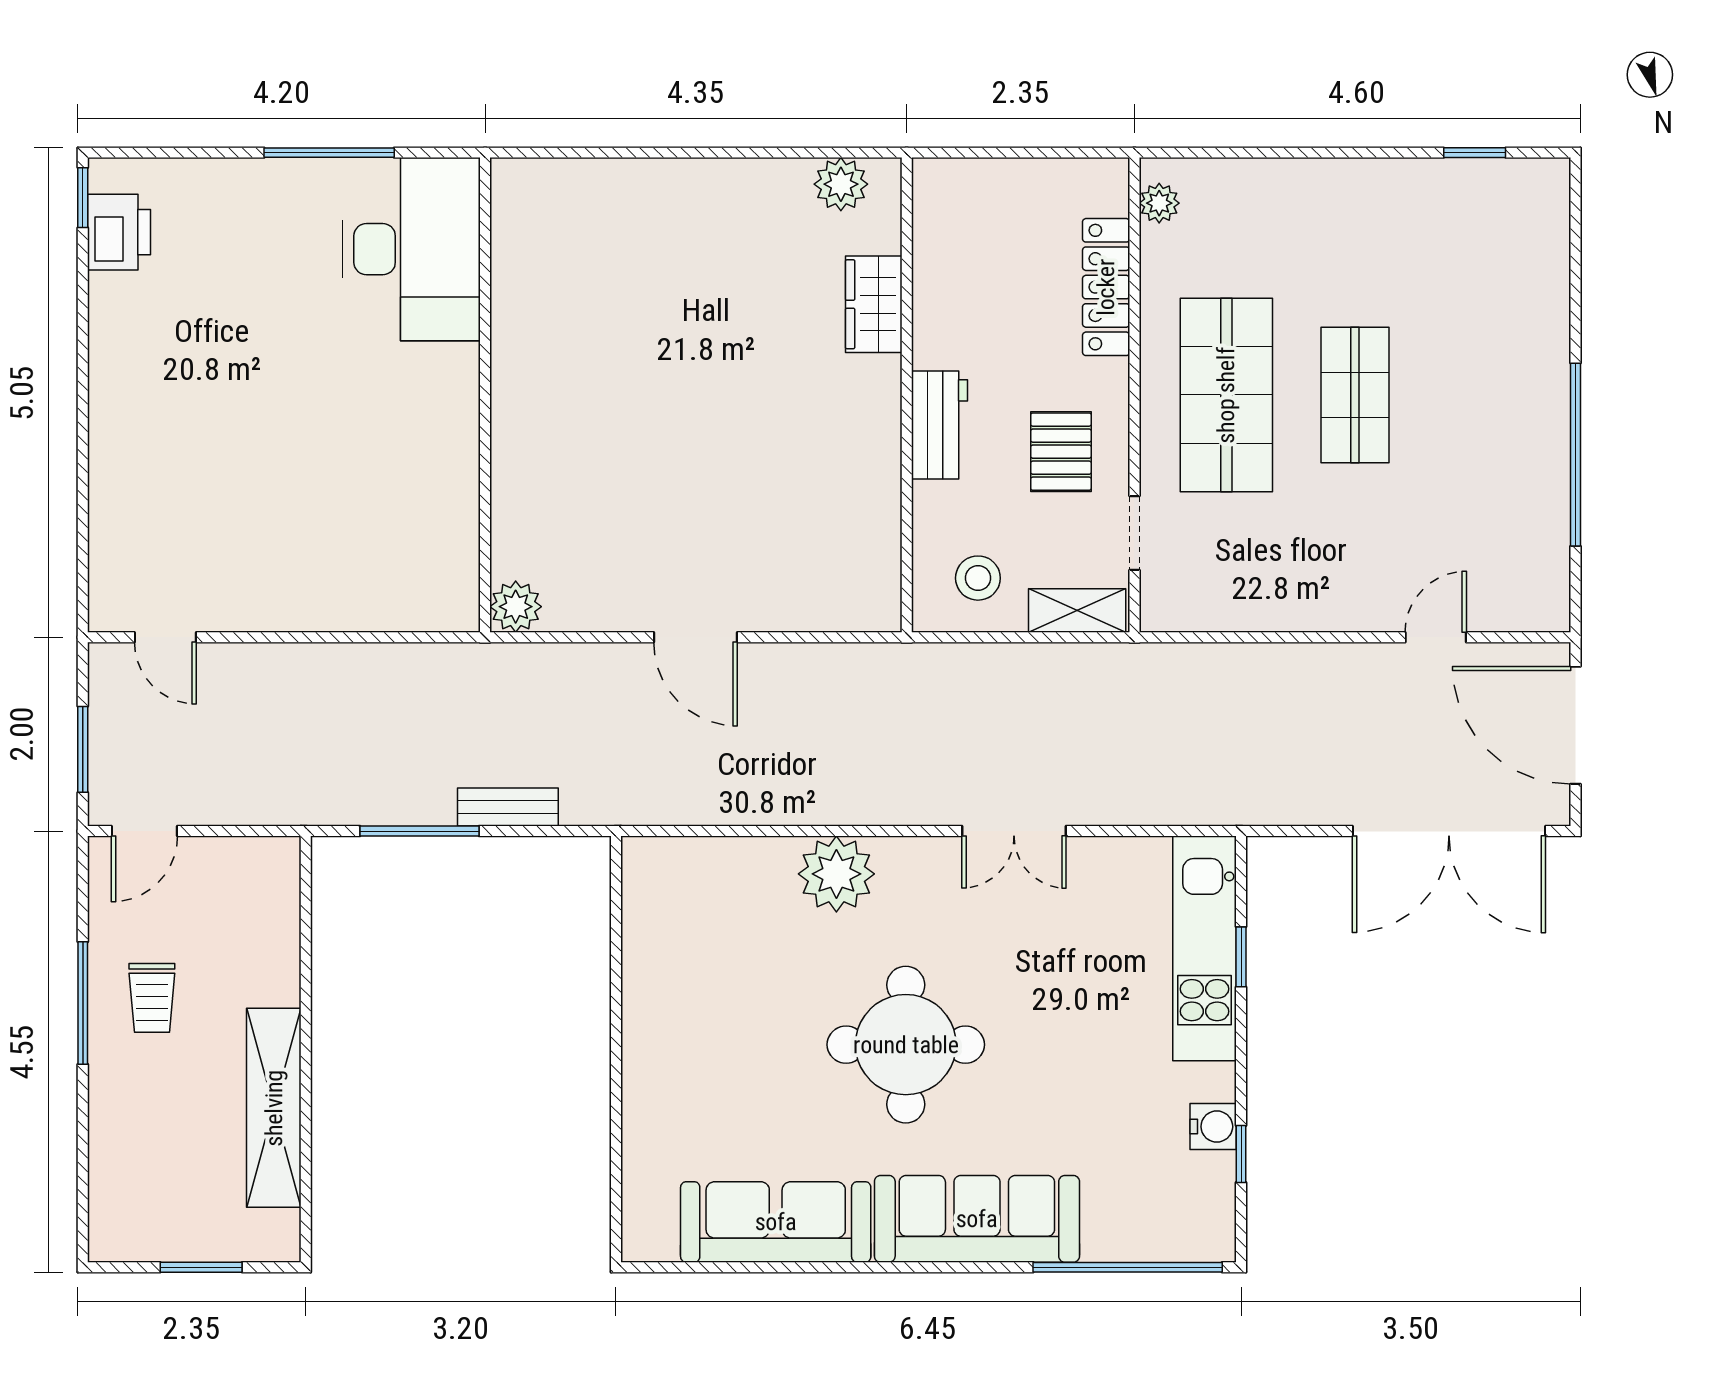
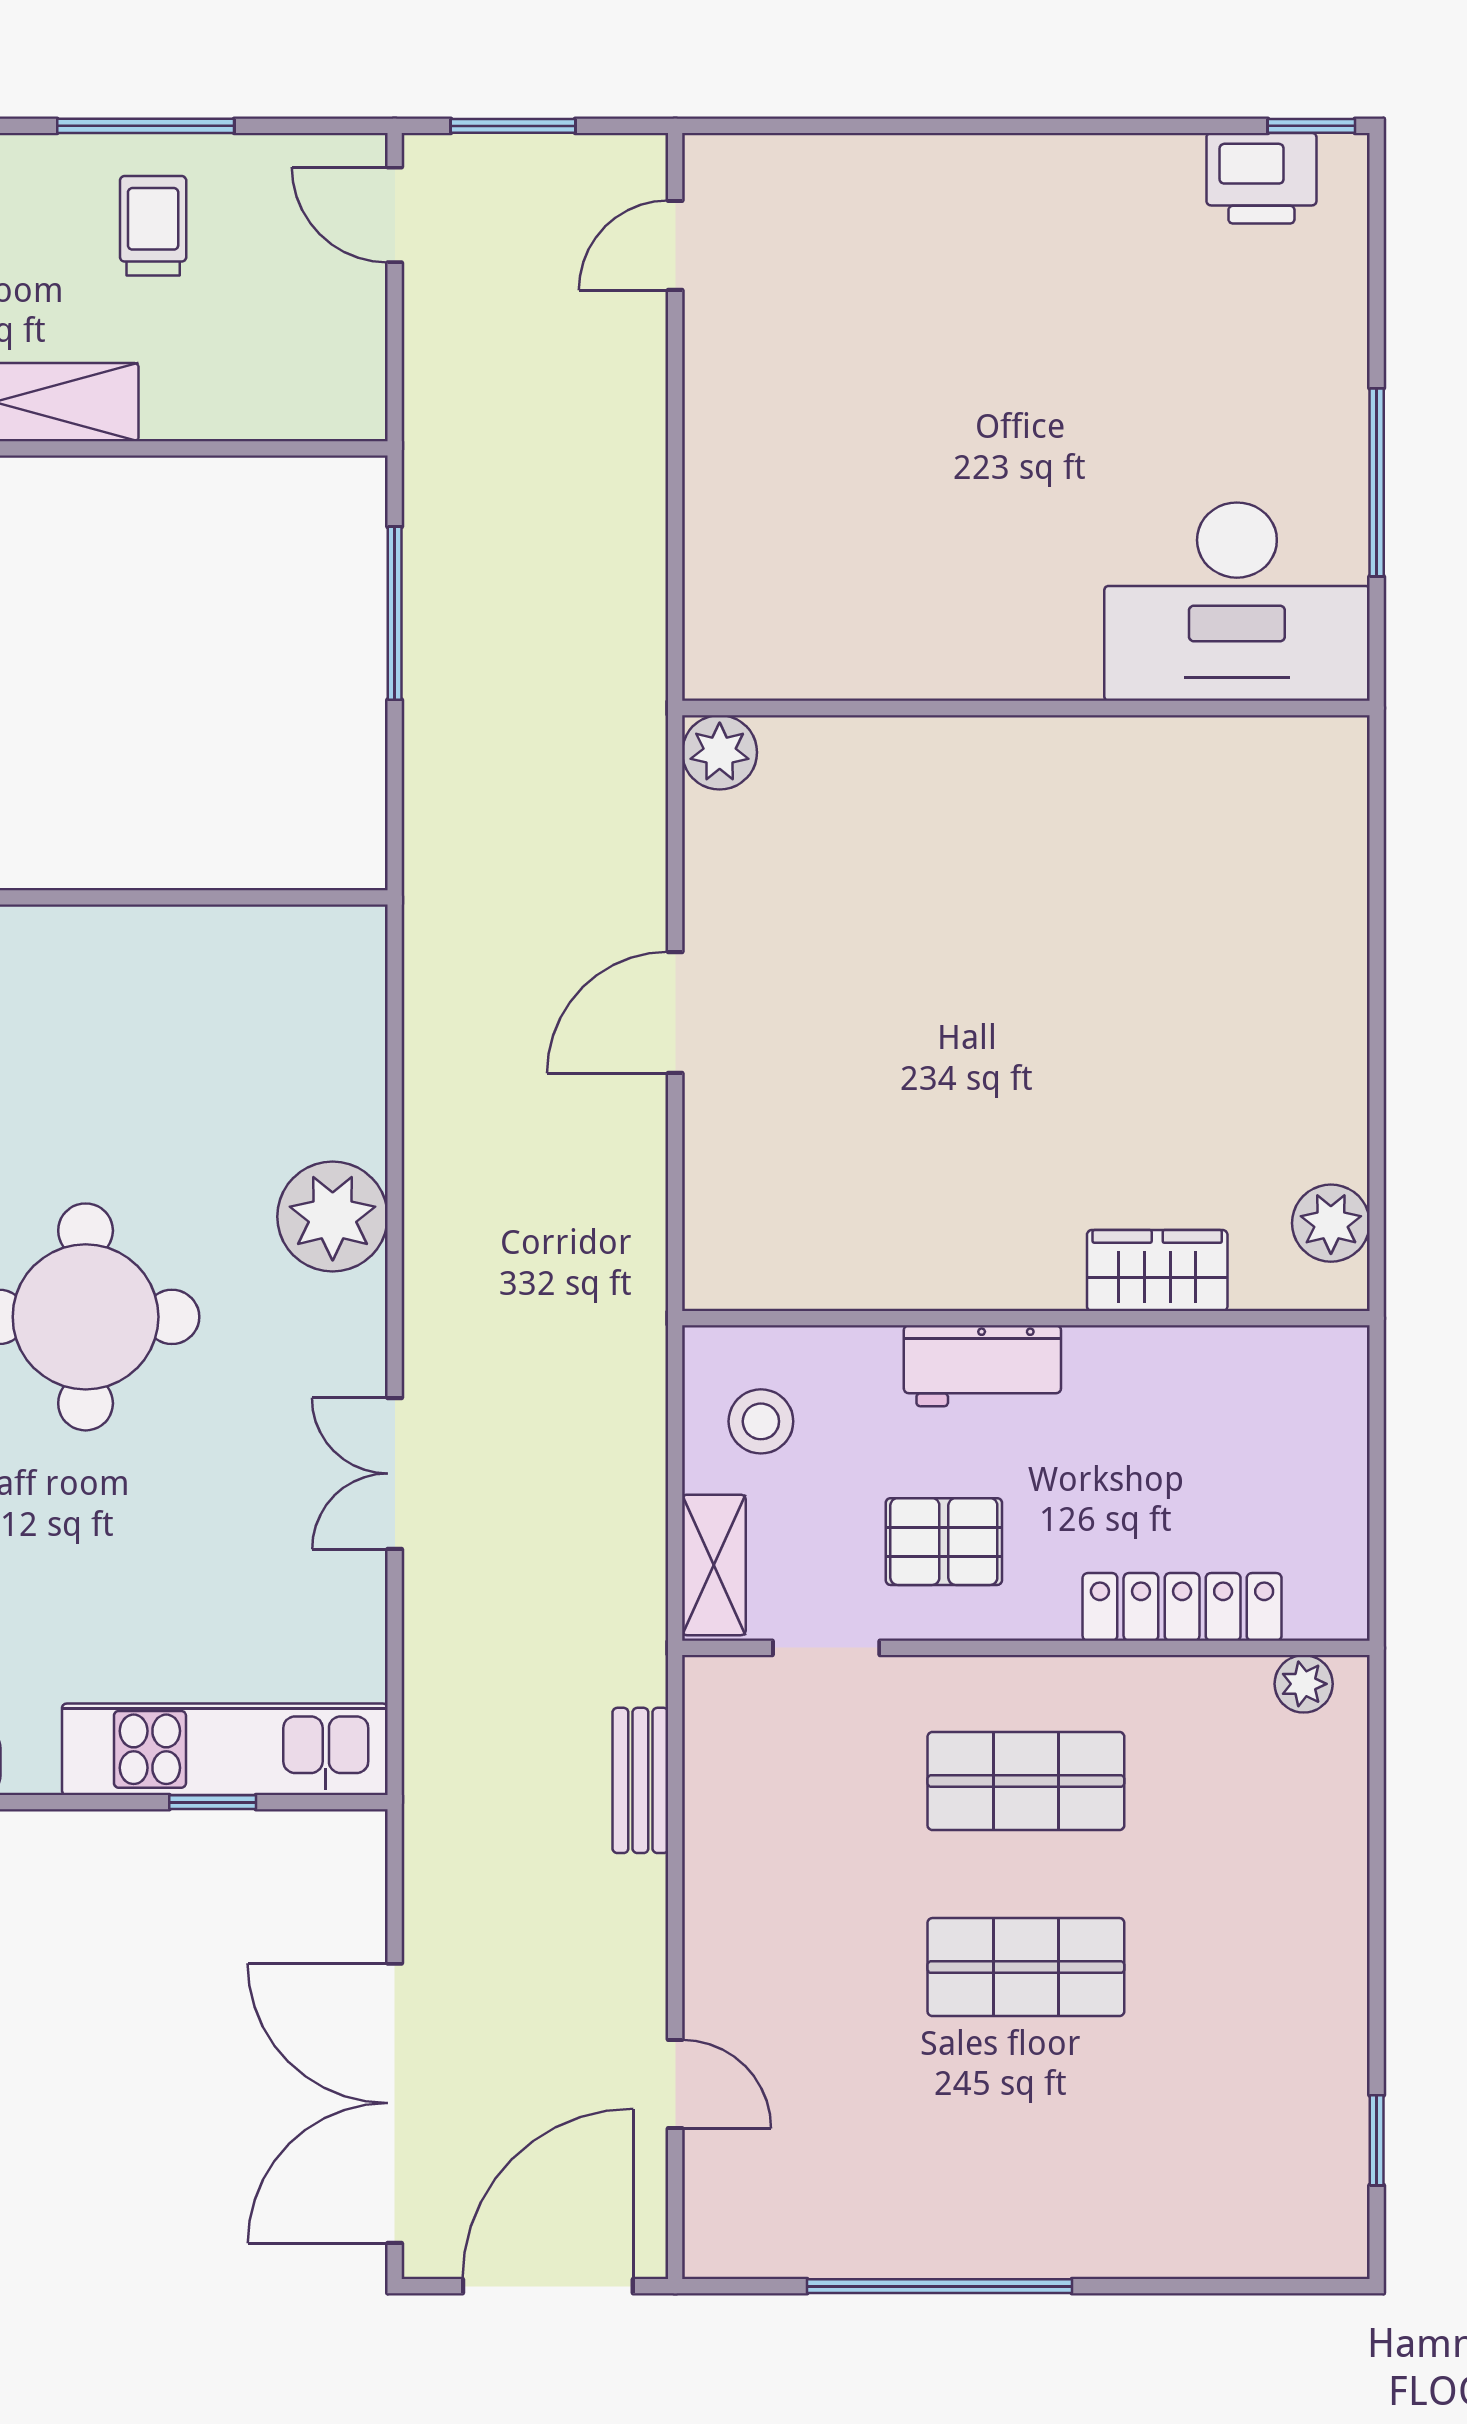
shop shelf: (1226, 395) -> (1026, 1781), width x0.70, depth x0.74
bench: (508, 807) -> (640, 1780), moved
trolley: (152, 998) -> (153, 226), turned 90

